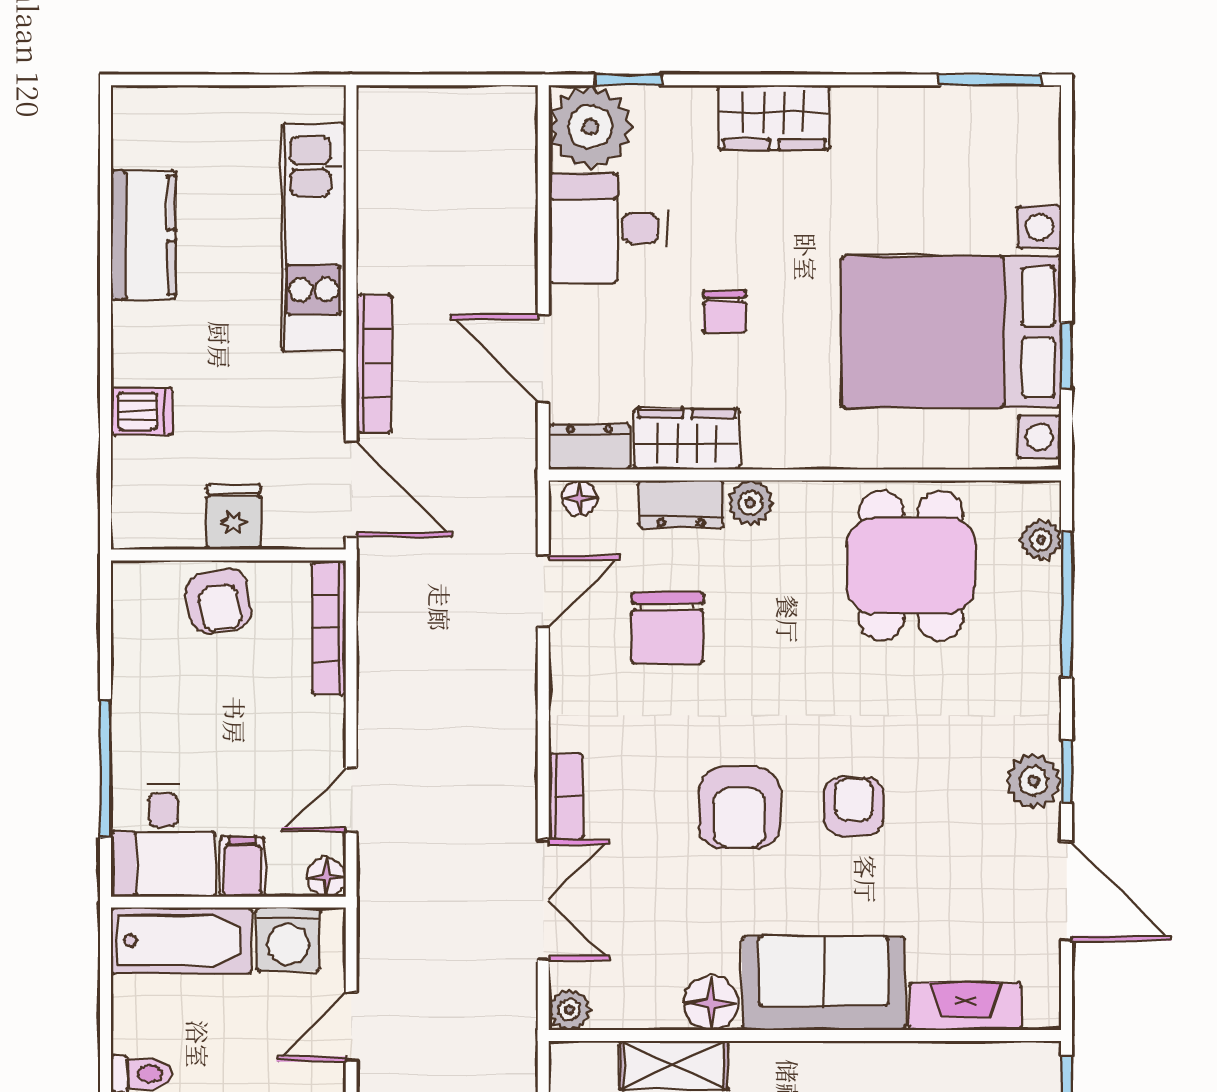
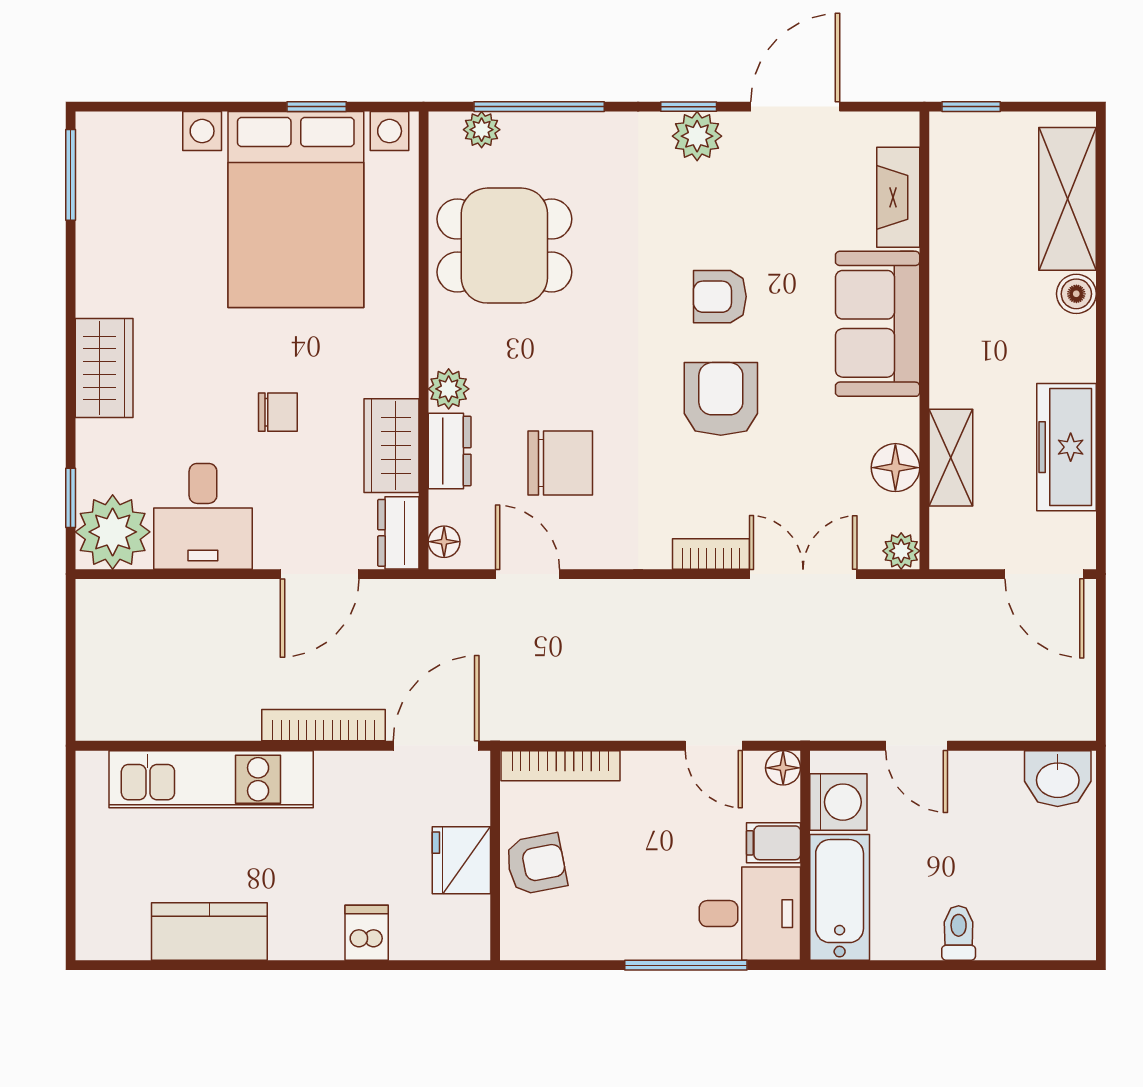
fridge: (233, 517) -> (461, 860), width x1.38
armchair: (739, 808) -> (721, 399), turned -90
floor lamp: (711, 1003) -> (895, 468), moved

